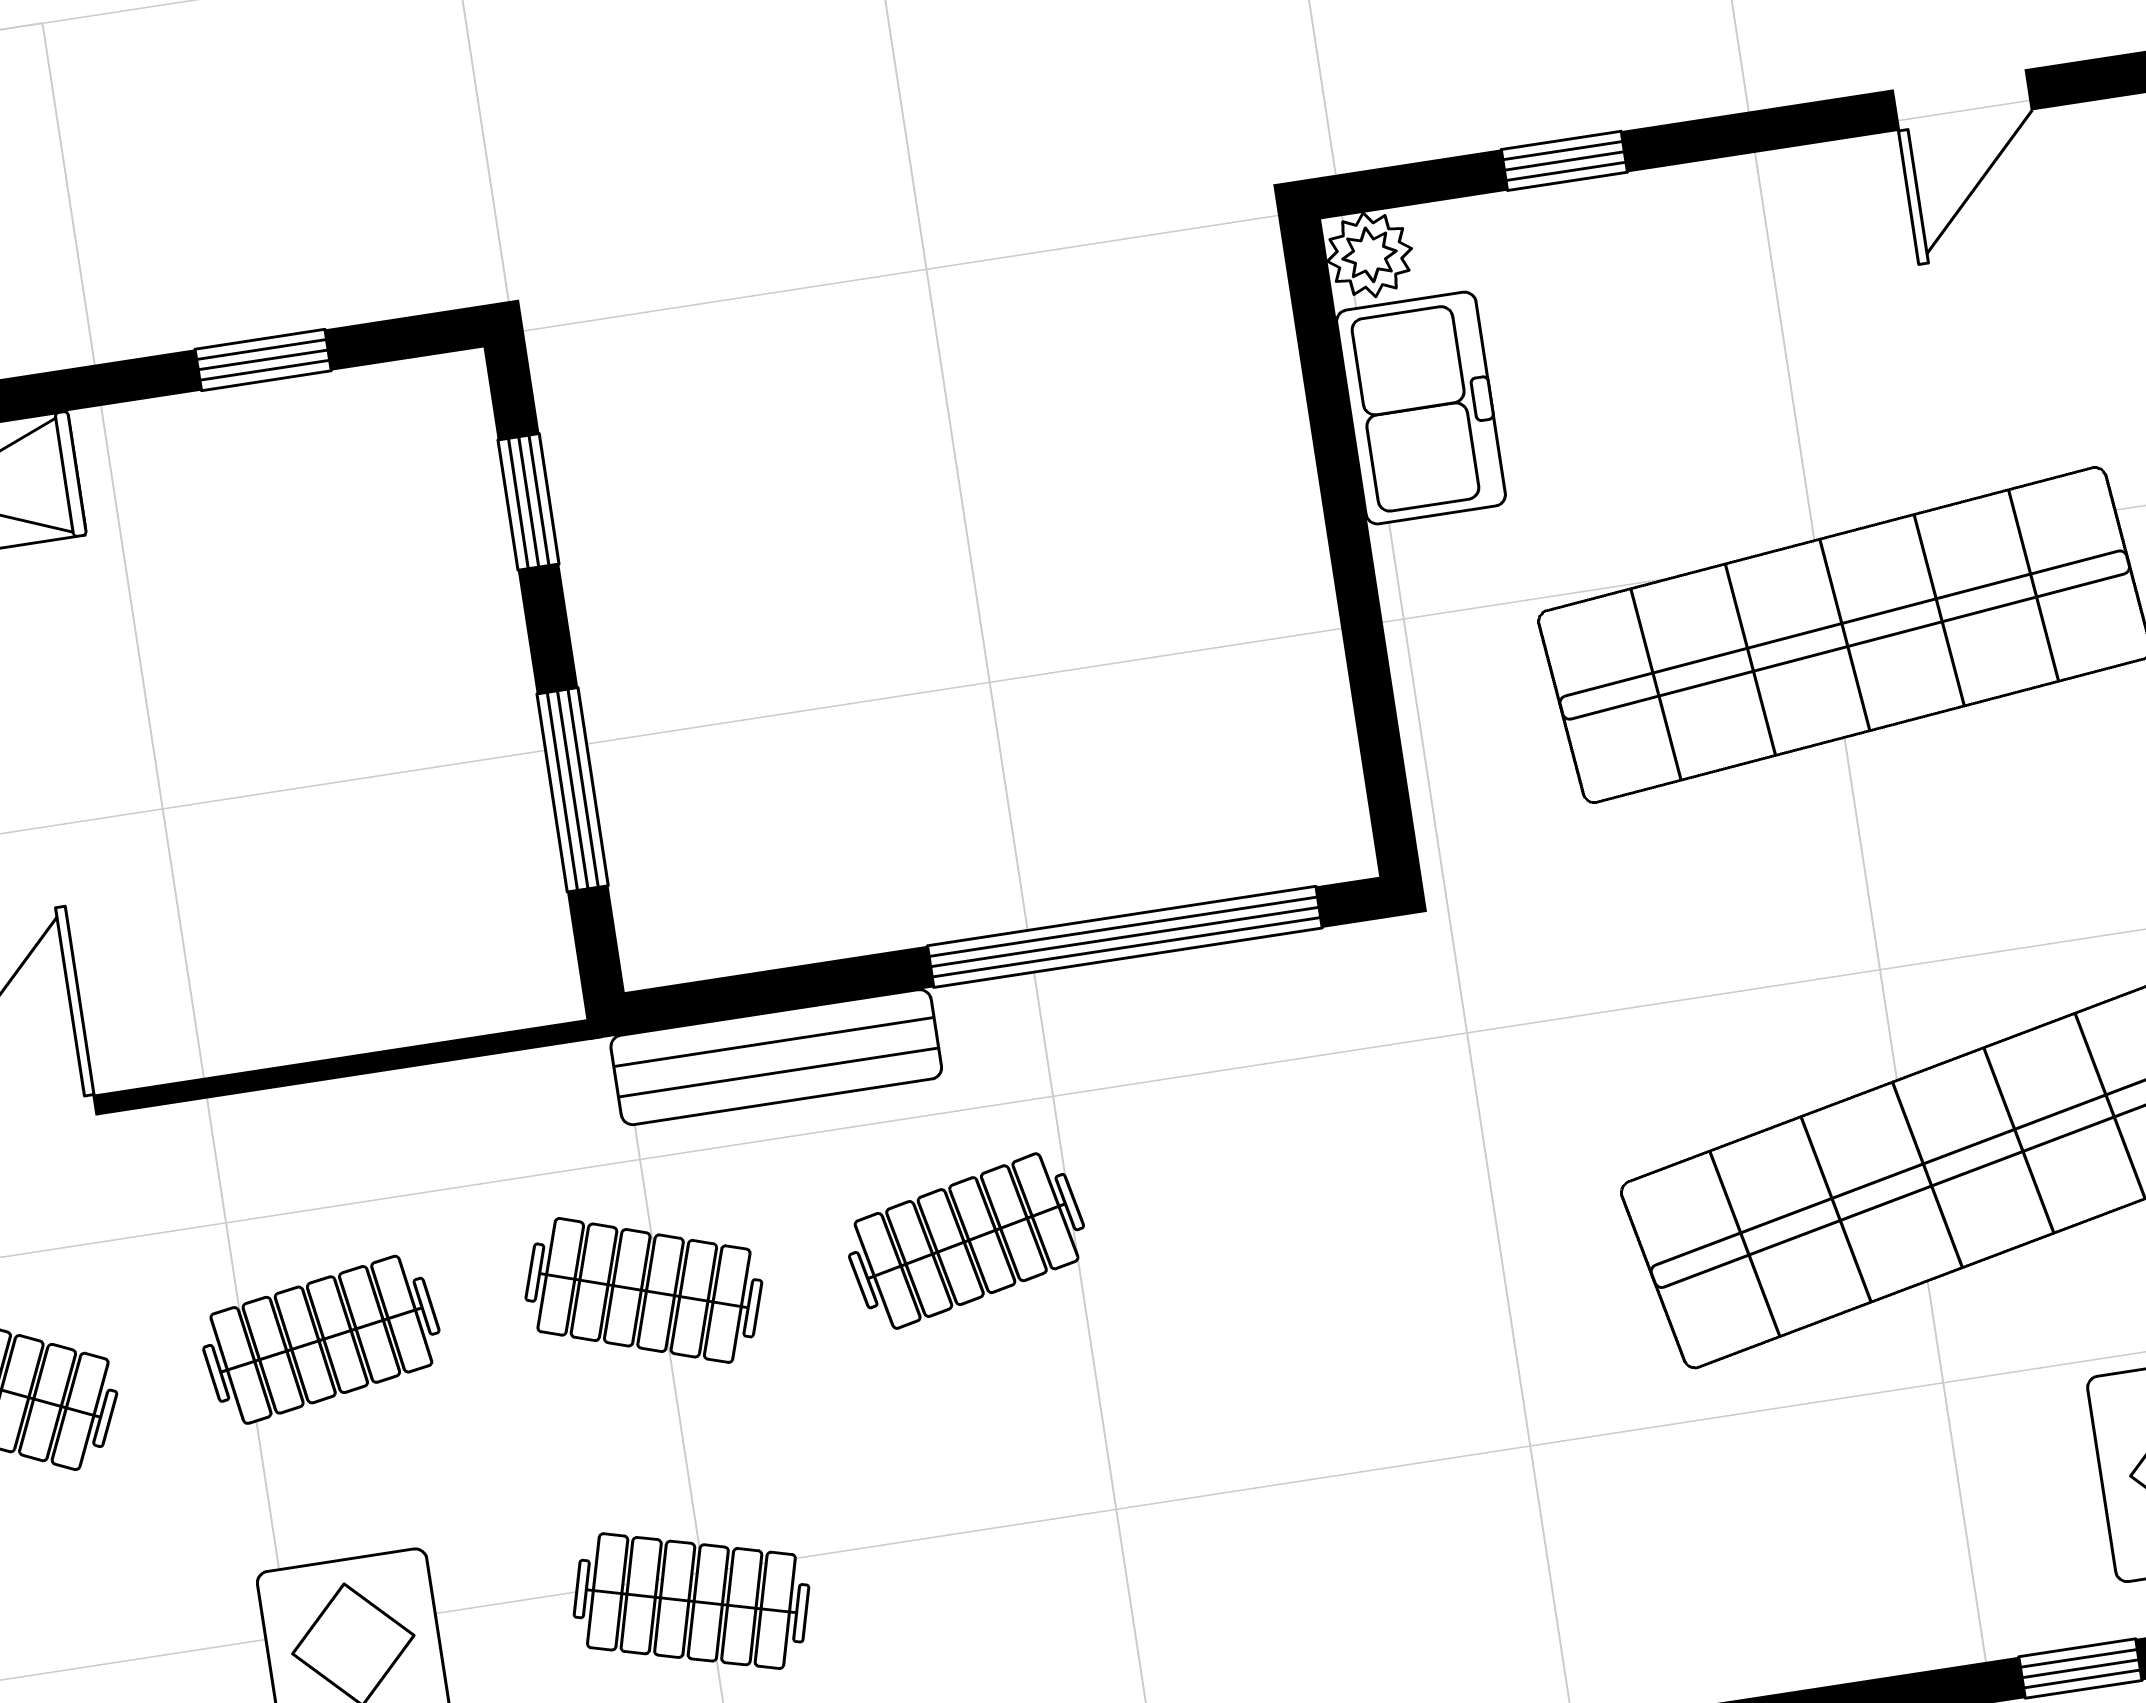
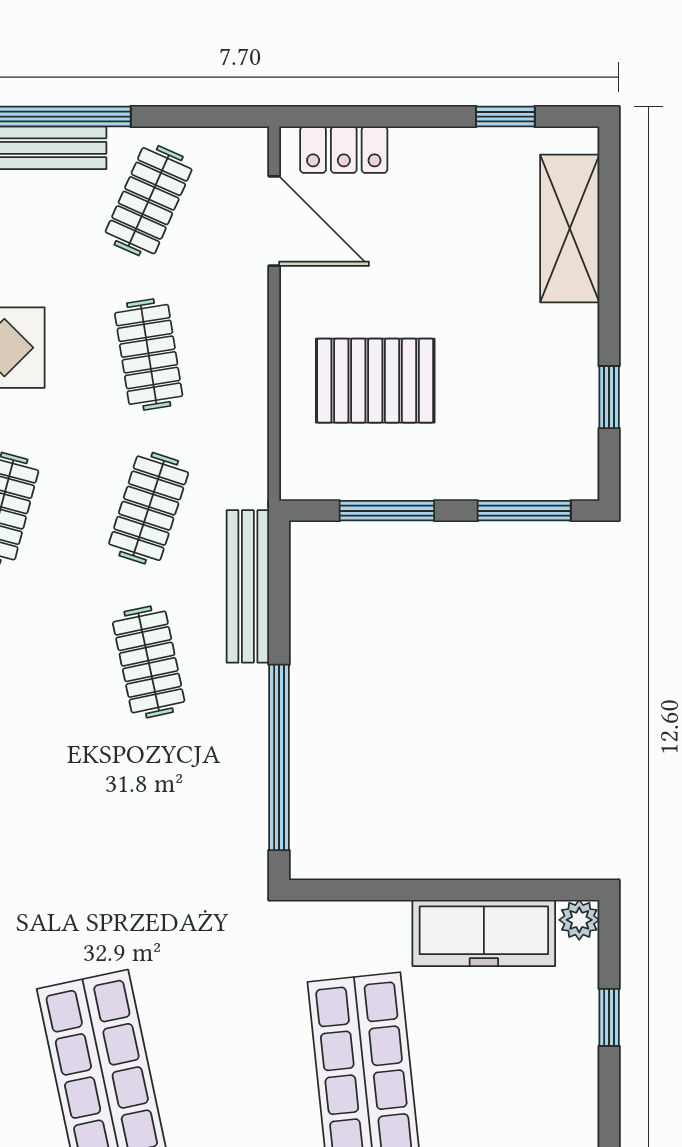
freezer: (1421, 408) -> (484, 933), width x1.40
window: (529, 502) -> (524, 511), width x1.50
pallet: (304, 856) -> (375, 381), added

